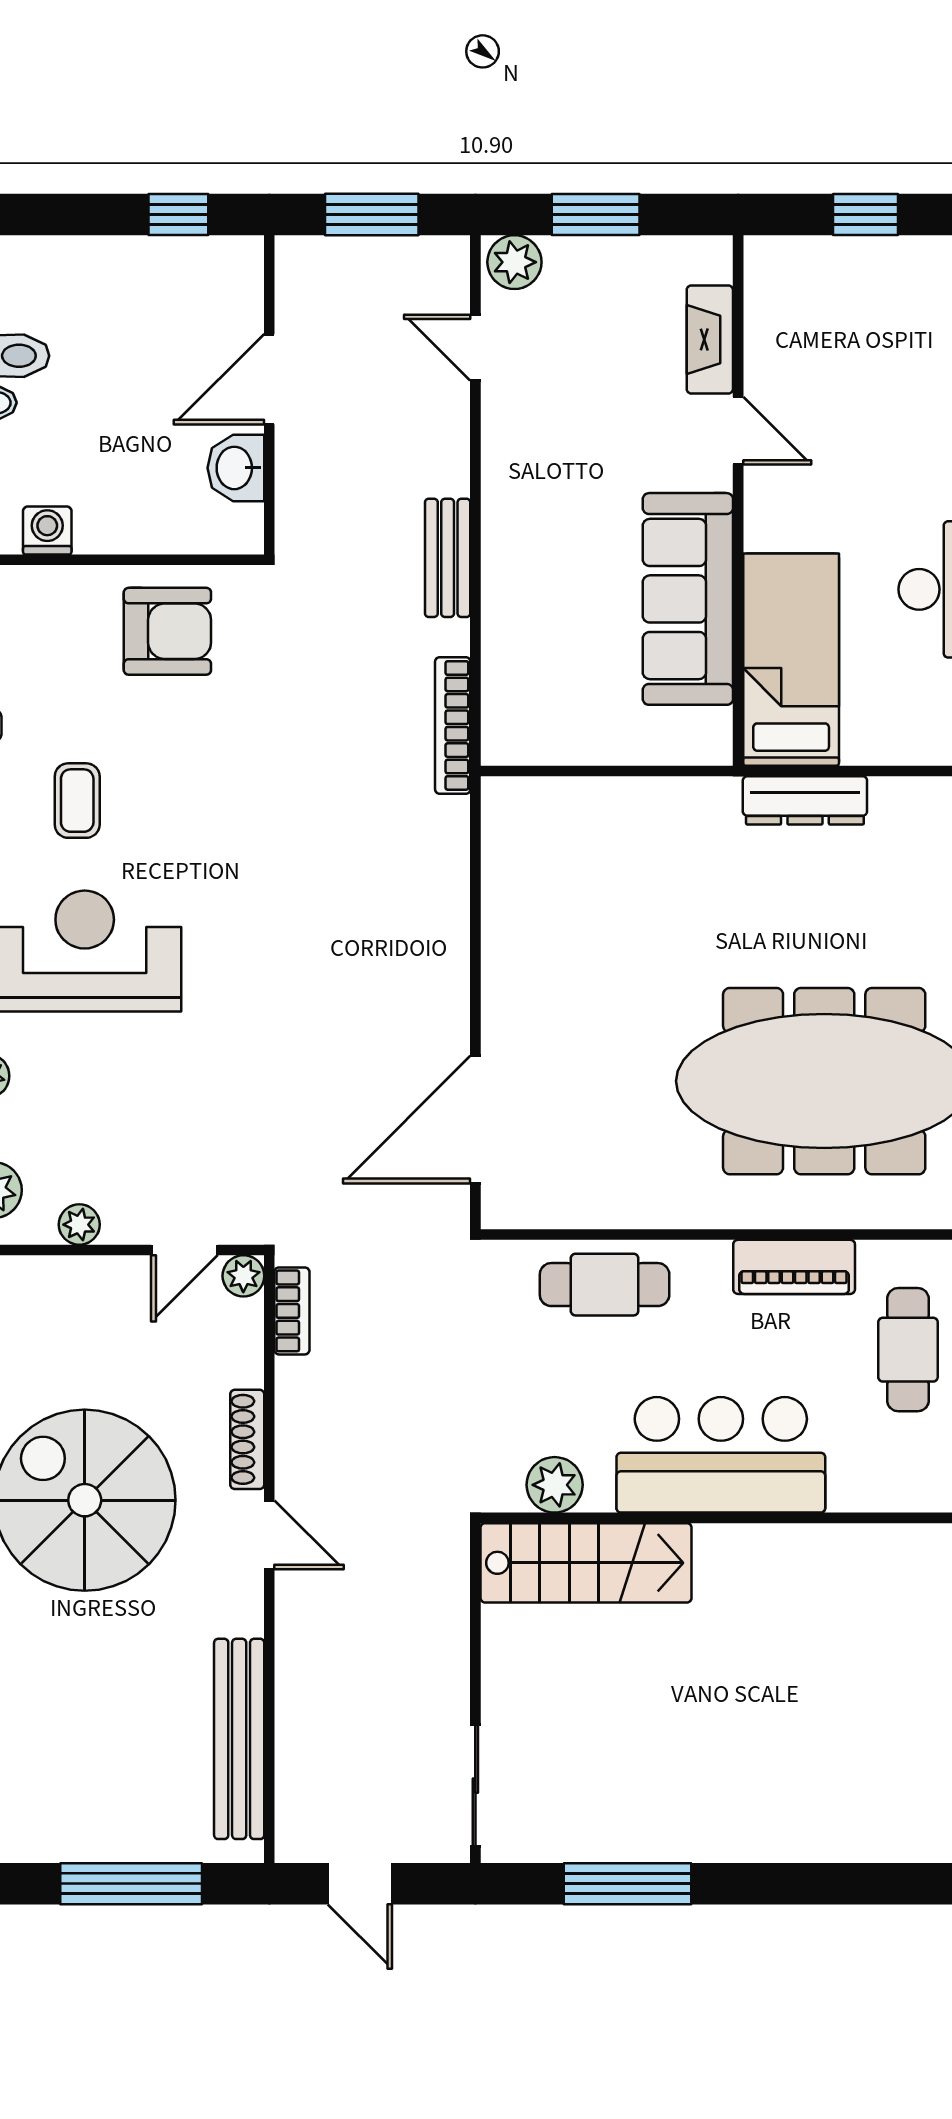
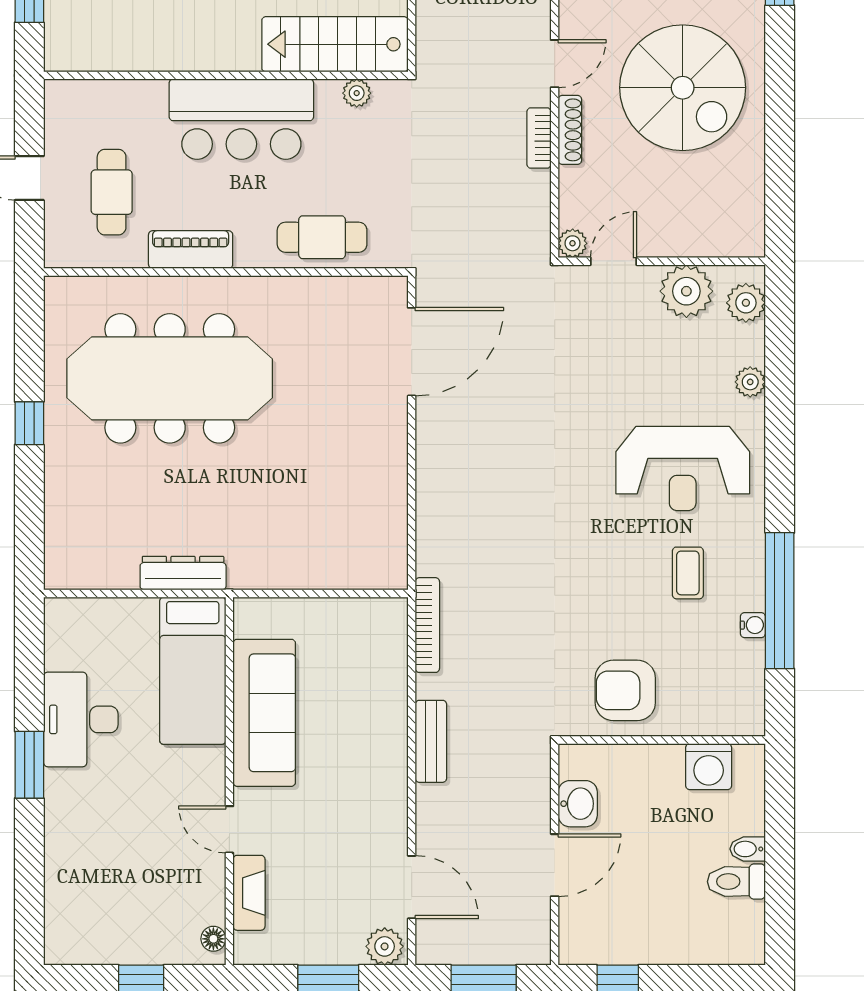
floor lamp: (761, 273) -> (213, 939), added
door: (475, 348) -> (412, 887), width x1.38
washing machine: (47, 530) -> (709, 767), width x1.38, depth x1.38
plant: (79, 1225) -> (686, 291), width x1.88, depth x1.88
bookcase: (292, 1311) -> (539, 138), moved
plant: (555, 1485) -> (357, 93), width x0.73, depth x0.73
door: (269, 1535) -> (555, 64), swing flipped

